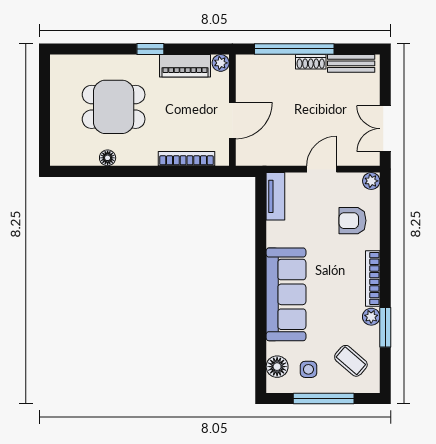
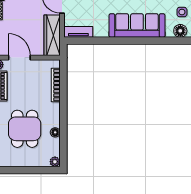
door: (232, 121) -> (19, 58), moved
wardrobe: (270, 153) -> (52, 35), added
plant: (59, 157) -> (55, 162), added

